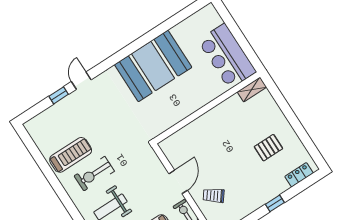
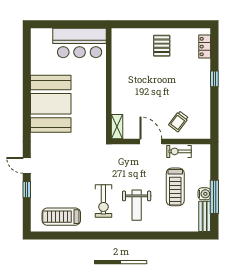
shelving: (252, 90) -> (117, 127), moved
pallet: (268, 148) -> (162, 46), moved
treadmill: (71, 155) -> (61, 217), moved, turned -90

